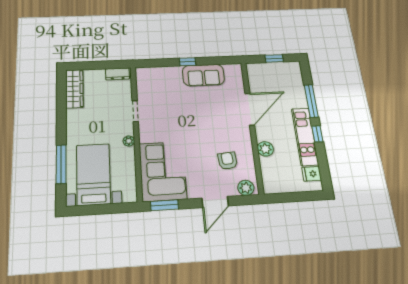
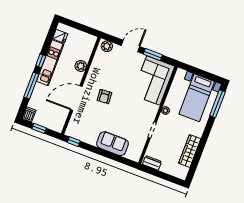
window: (188, 62) -> (74, 142), moved
dishwasher: (295, 69) -> (29, 114), added
sofa: (203, 75) -> (113, 144), moved
wardrobe: (74, 89) -> (190, 151), moved
armchair: (228, 161) -> (104, 97), moved
window: (61, 164) -> (217, 104), moved
window: (164, 205) -> (153, 55), moved

